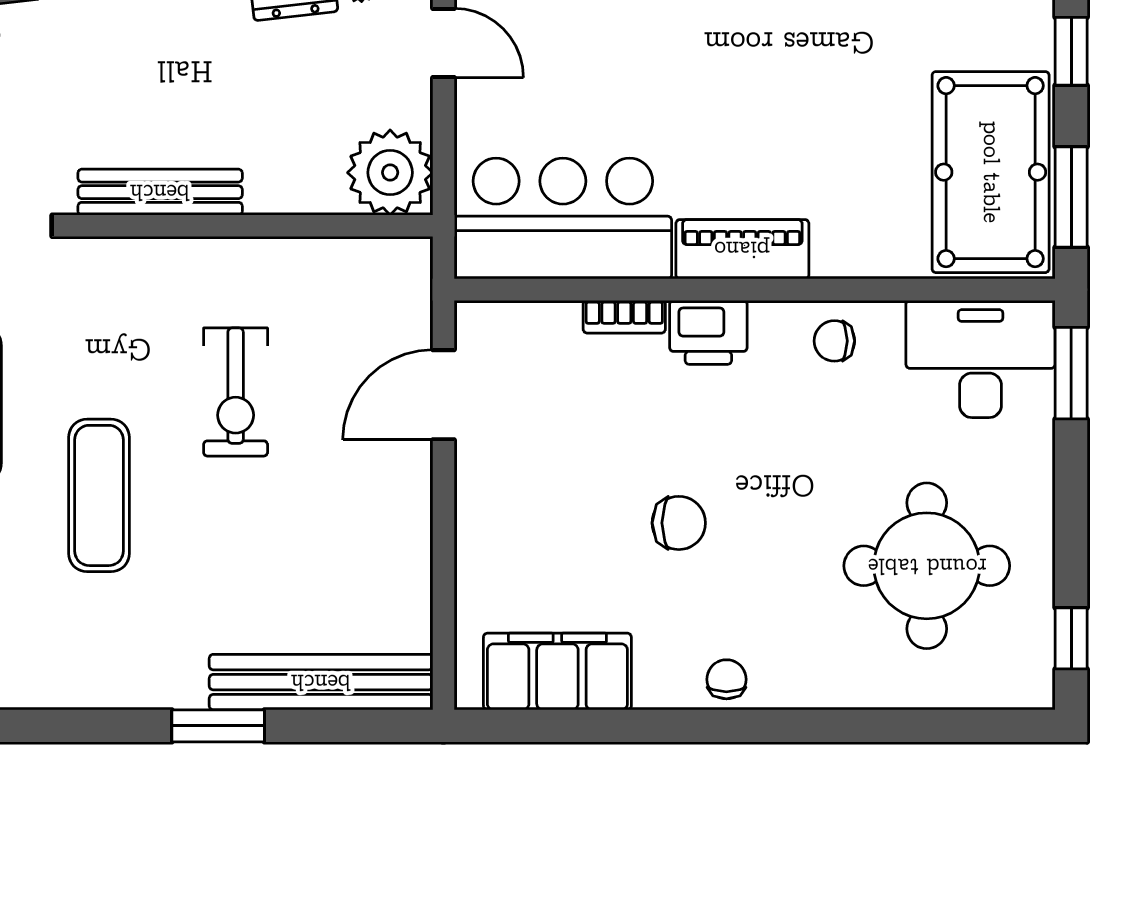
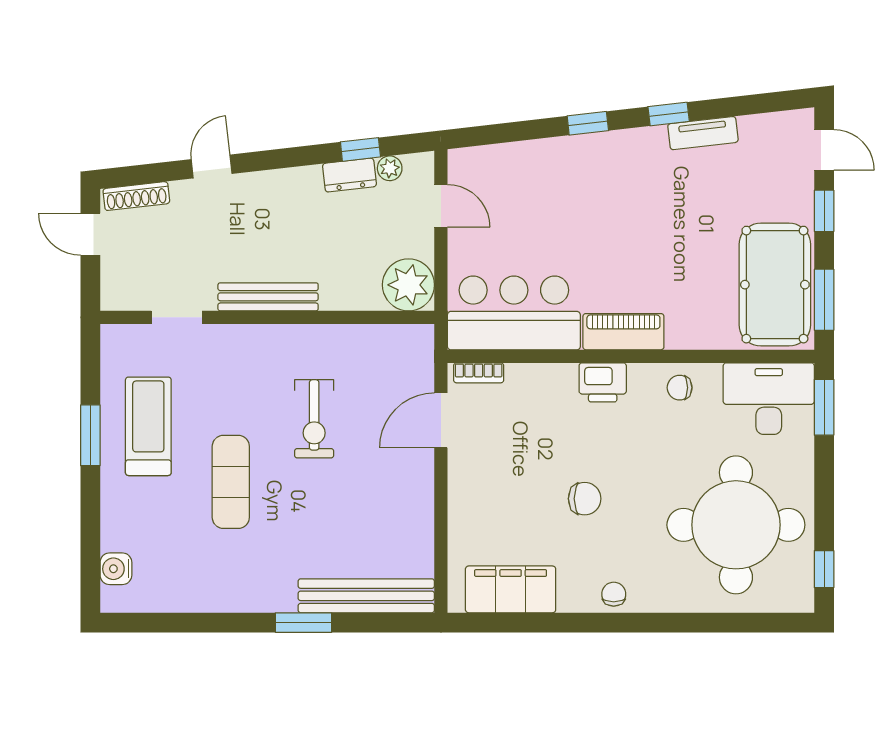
bookcase: (624, 317) -> (479, 373), moved
round table: (927, 566) -> (736, 525), width x1.36, depth x1.36

